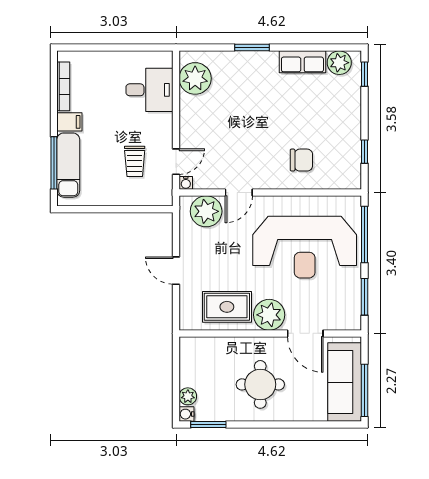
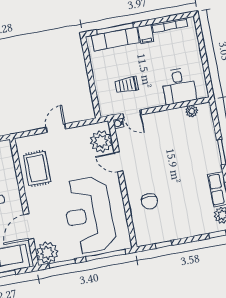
plant: (195, 78) -> (192, 111), width x0.53, depth x0.53
plant: (269, 315) -> (47, 253), moved

